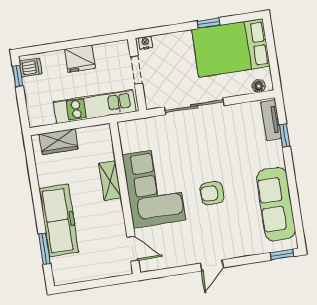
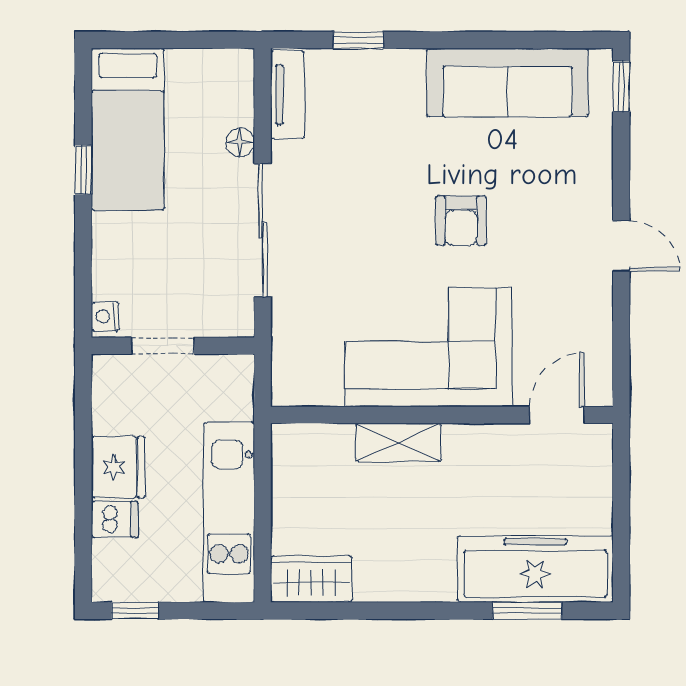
bed: (231, 48) -> (128, 129), width x0.67
dishwasher: (31, 68) -> (115, 519), moved, turned 90
floor lamp: (259, 86) -> (240, 142), moved
kitchen unit: (95, 107) -> (229, 512), moved
tv unit: (271, 120) -> (288, 95), moved, turned -90
wardrobe: (59, 141) -> (311, 579), moved, turned -90
freezer: (59, 220) -> (535, 569), moved

